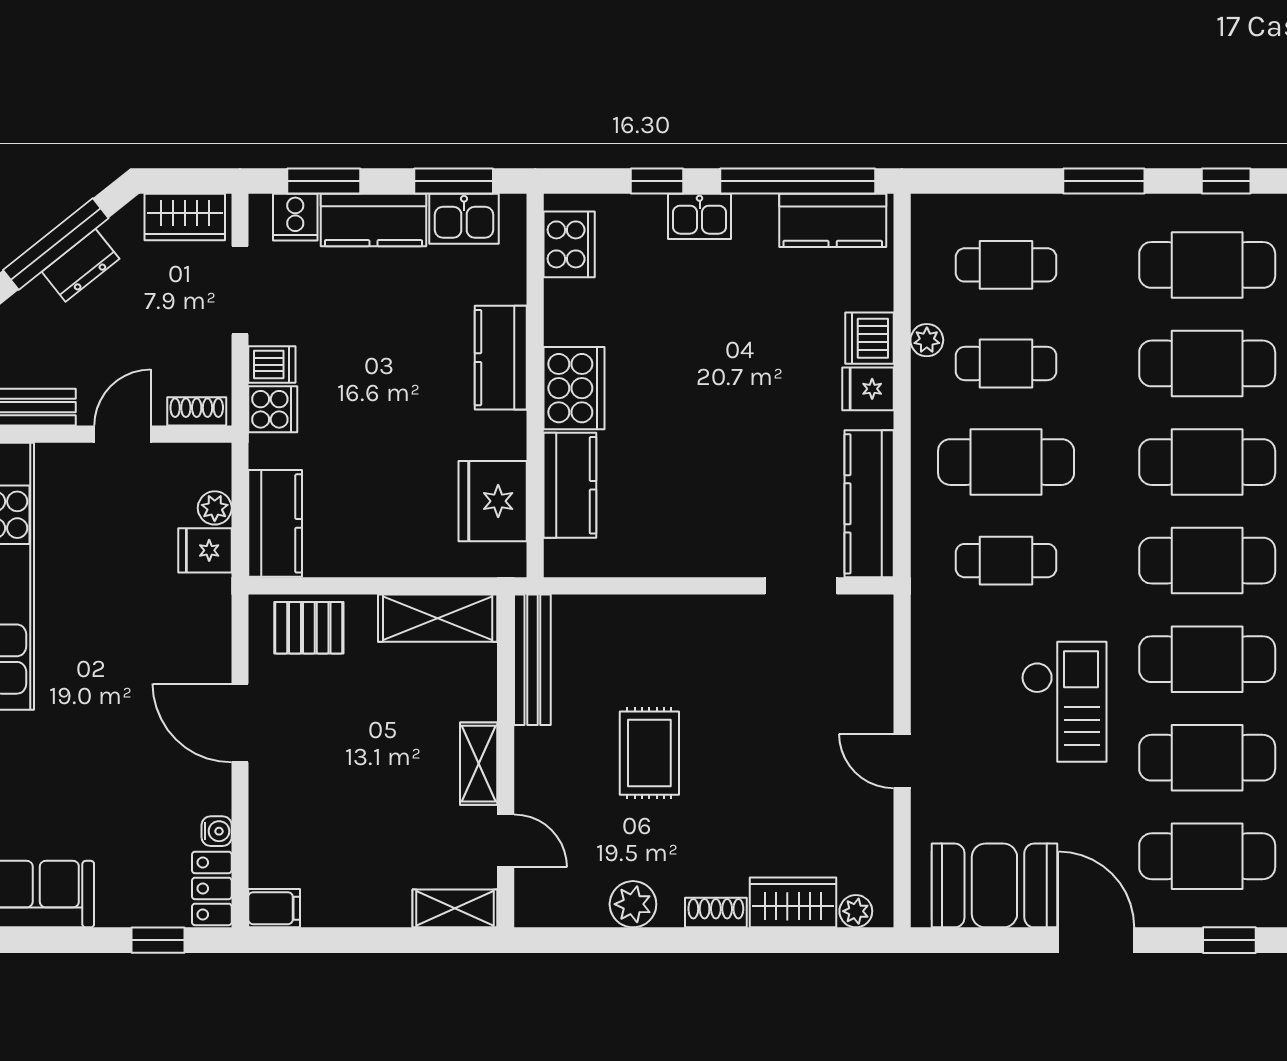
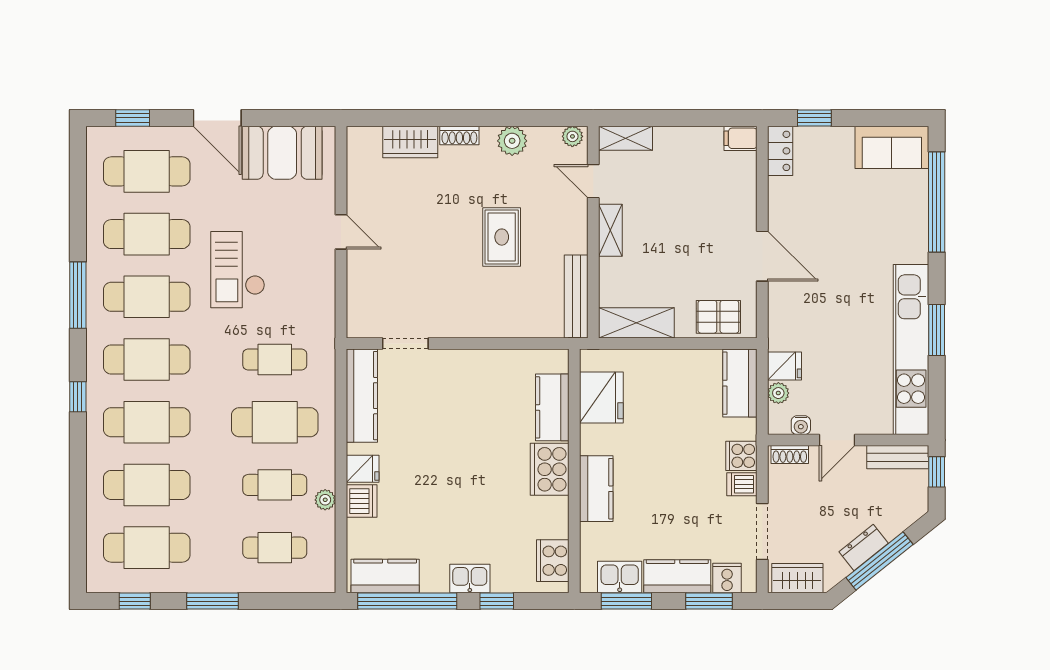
water cooler: (217, 831) -> (801, 425), moved, turned -90
plant: (856, 911) -> (572, 136), moved

